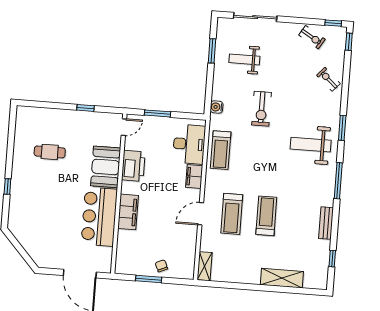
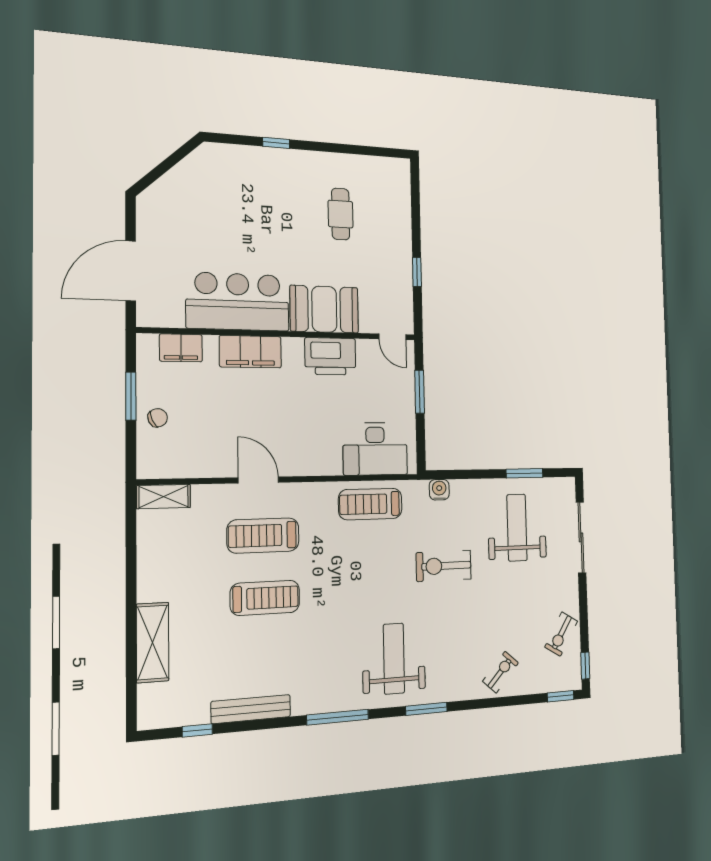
weight bench: (244, 59) -> (517, 528), width x1.36, depth x1.33
filing cabinet: (194, 177) -> (181, 348), moved, turned 180
bench: (326, 223) -> (251, 709), width x1.36

